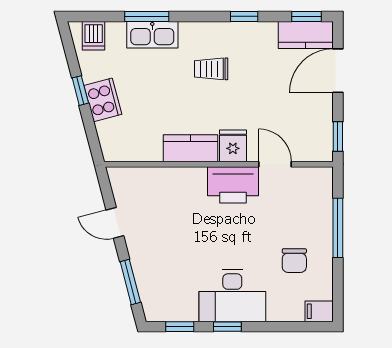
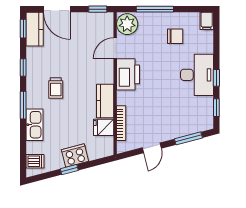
window: (147, 16) -> (23, 105), moved
fridge: (233, 146) -> (104, 127), moved
bookcase: (155, 174) -> (121, 123), added
plant: (314, 184) -> (127, 24), added

